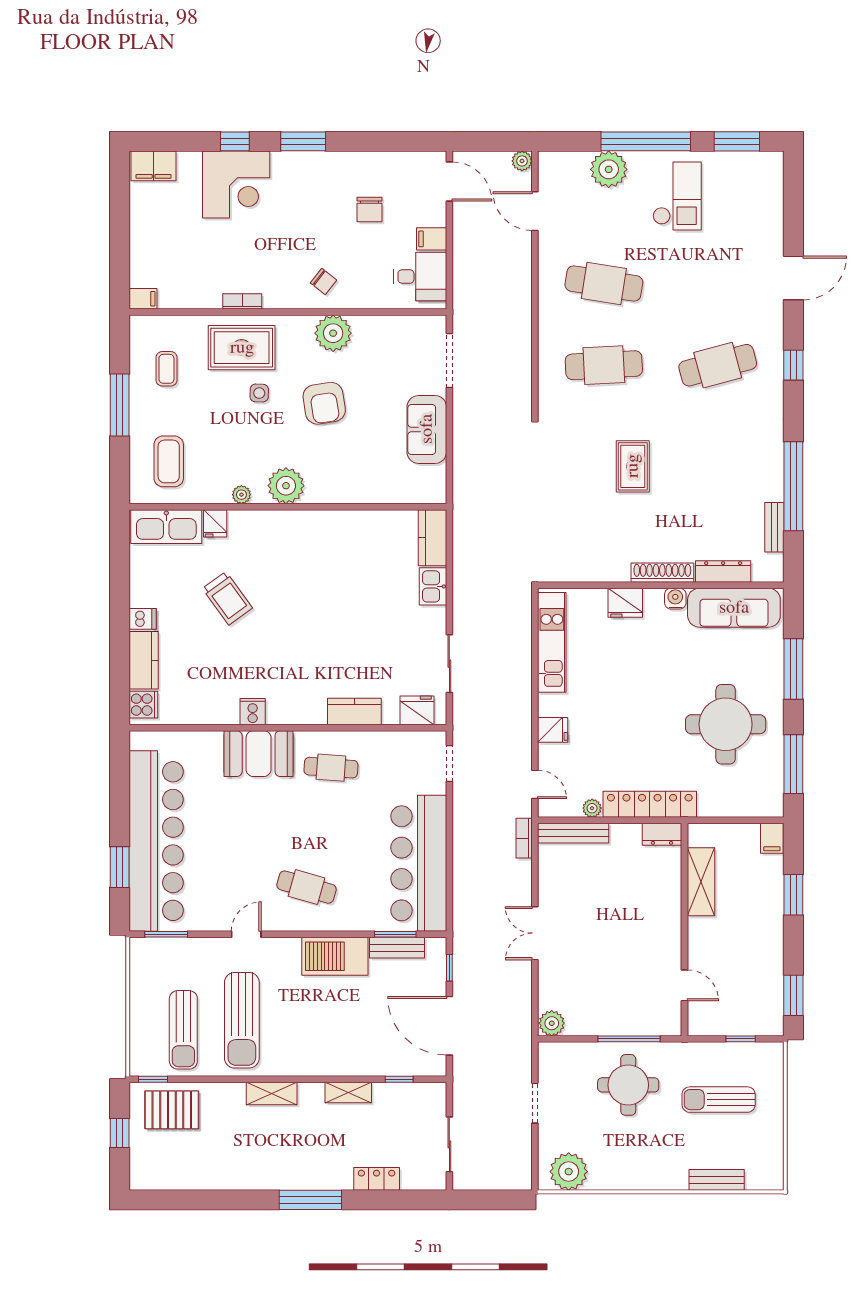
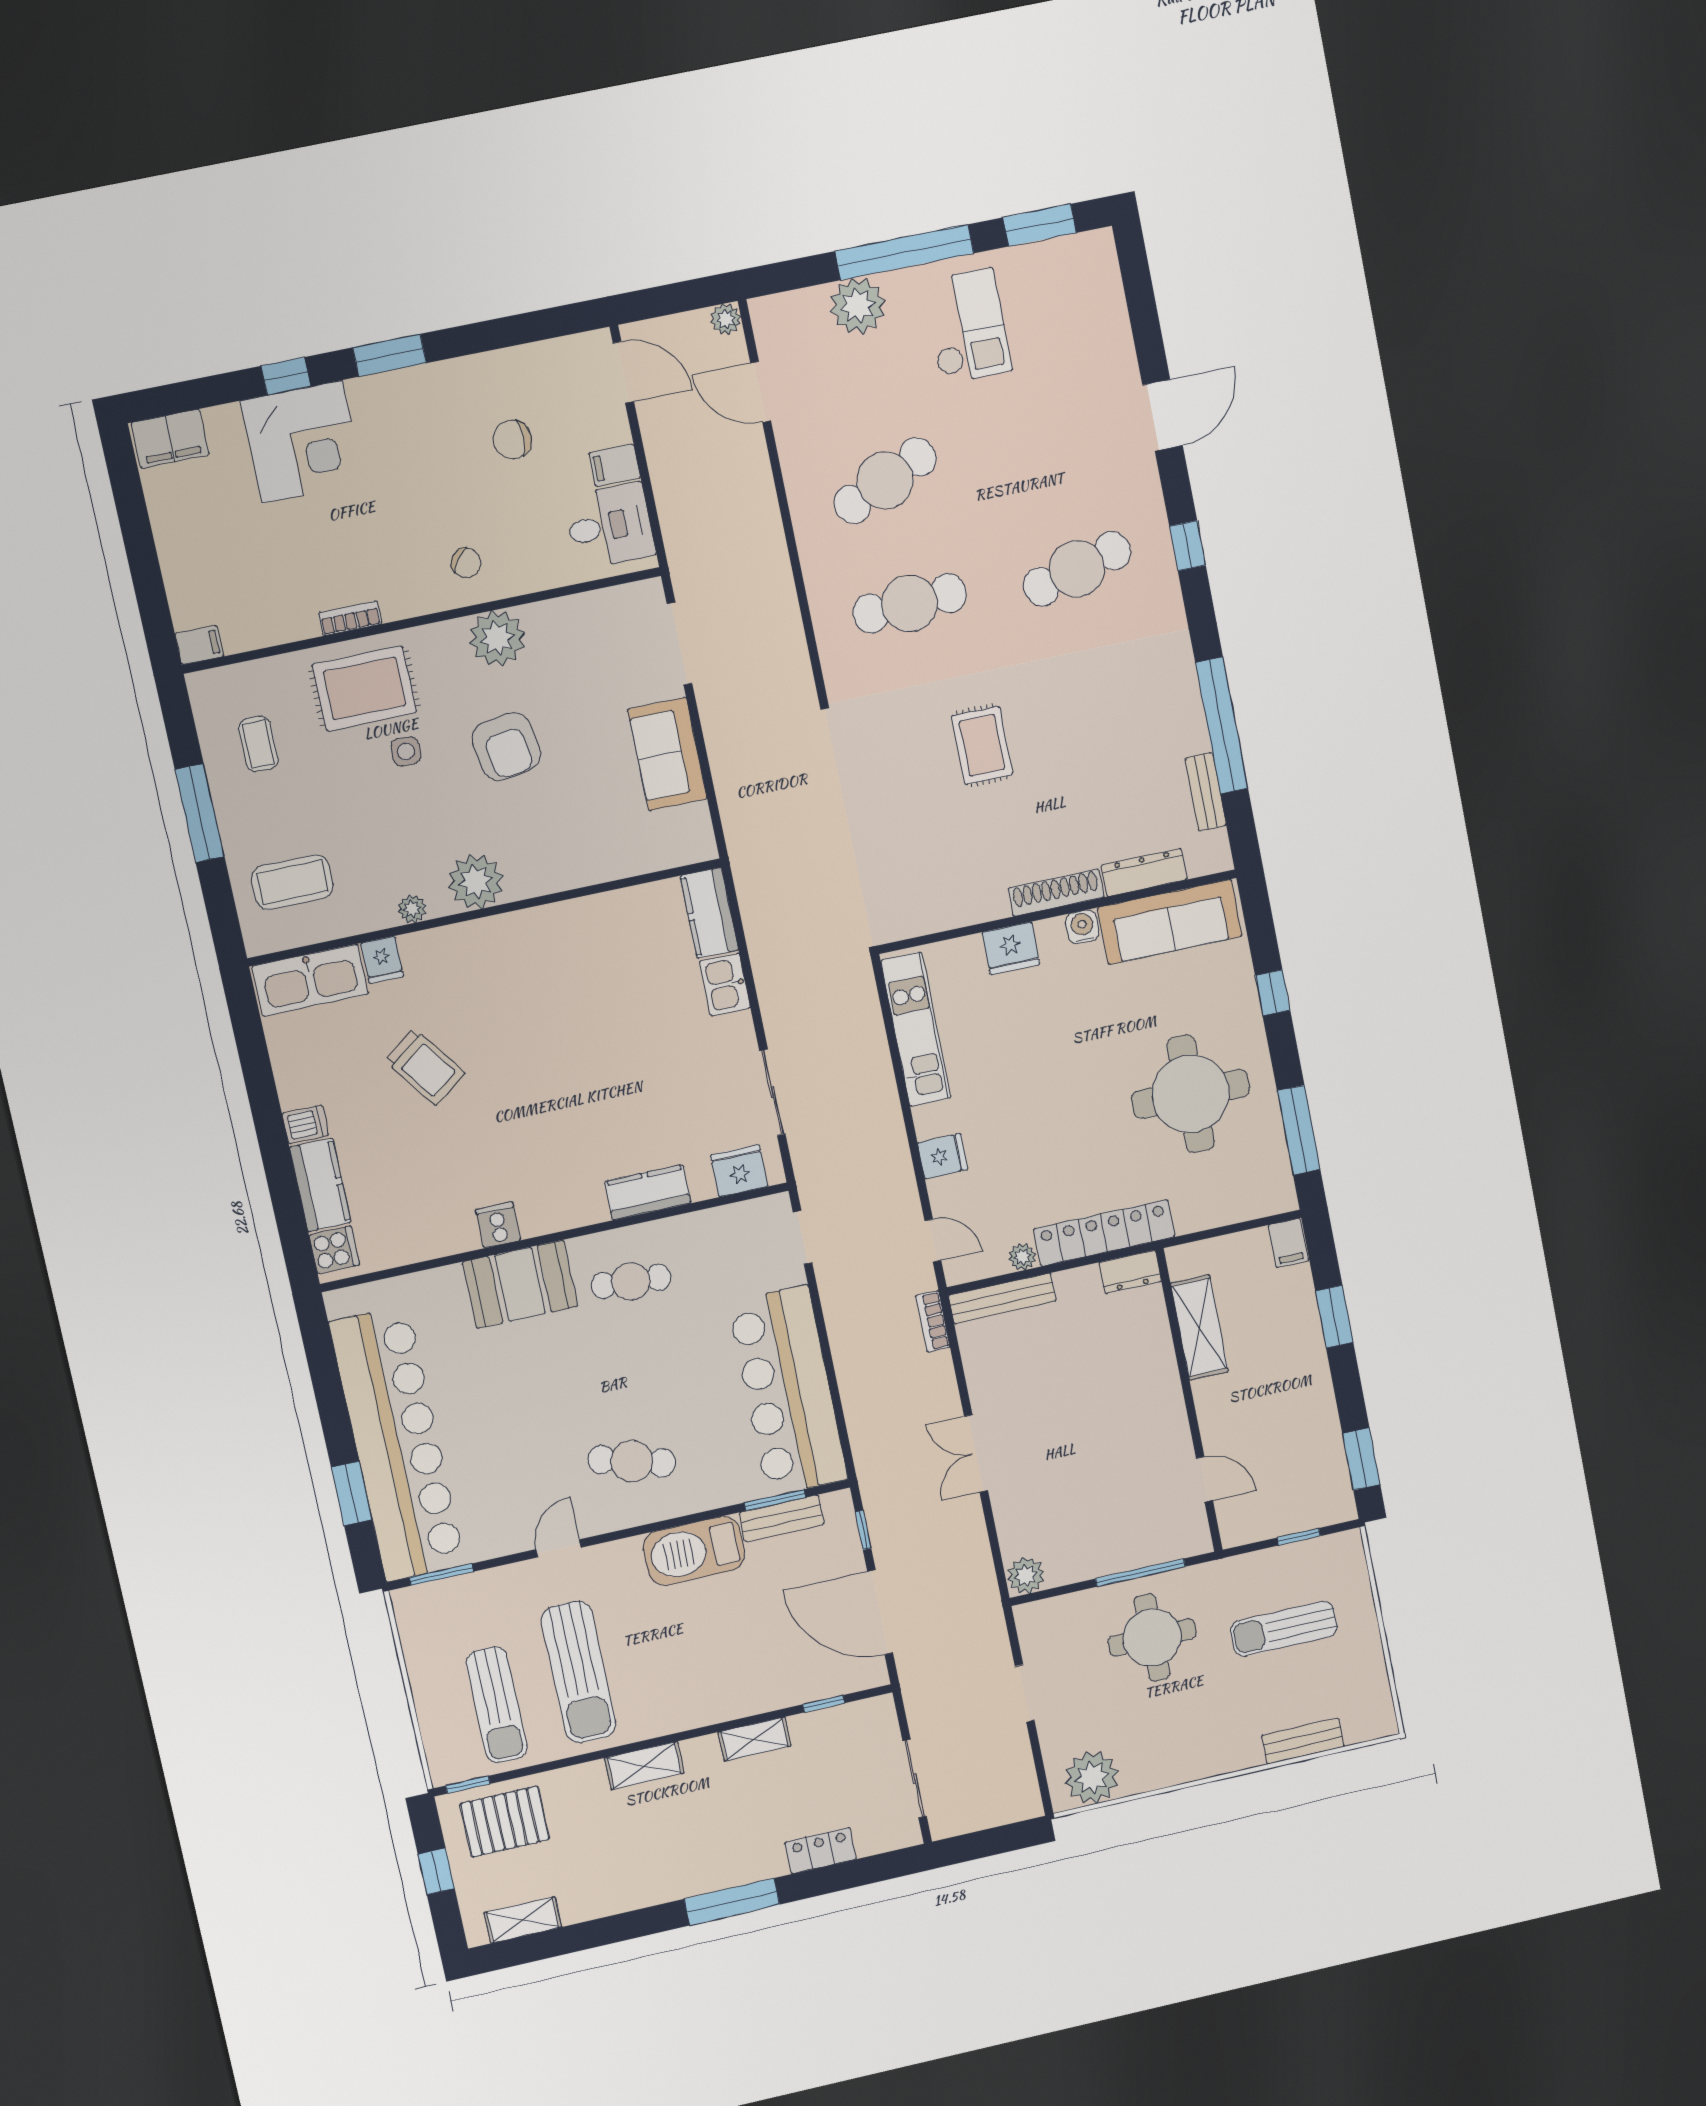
chair: (370, 209) -> (512, 439), turned 90
cafe table: (604, 283) -> (885, 481), turned -33
coffee table: (169, 461) -> (292, 882), turned 90
window: (793, 669) -> (1273, 993), width x0.46
shelving: (169, 1179) -> (523, 1920), added

